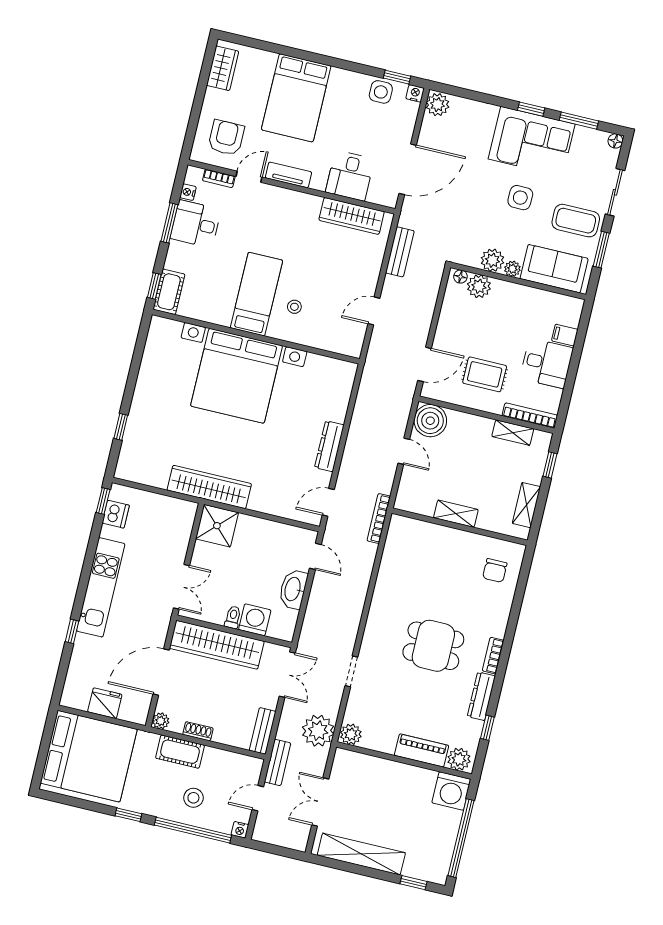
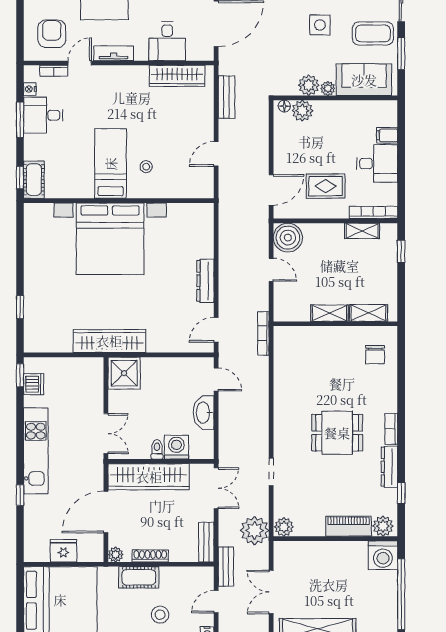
shelving: (526, 505) -> (368, 313), moved, turned 90
shoe rack: (198, 731) -> (150, 556), width x1.43

